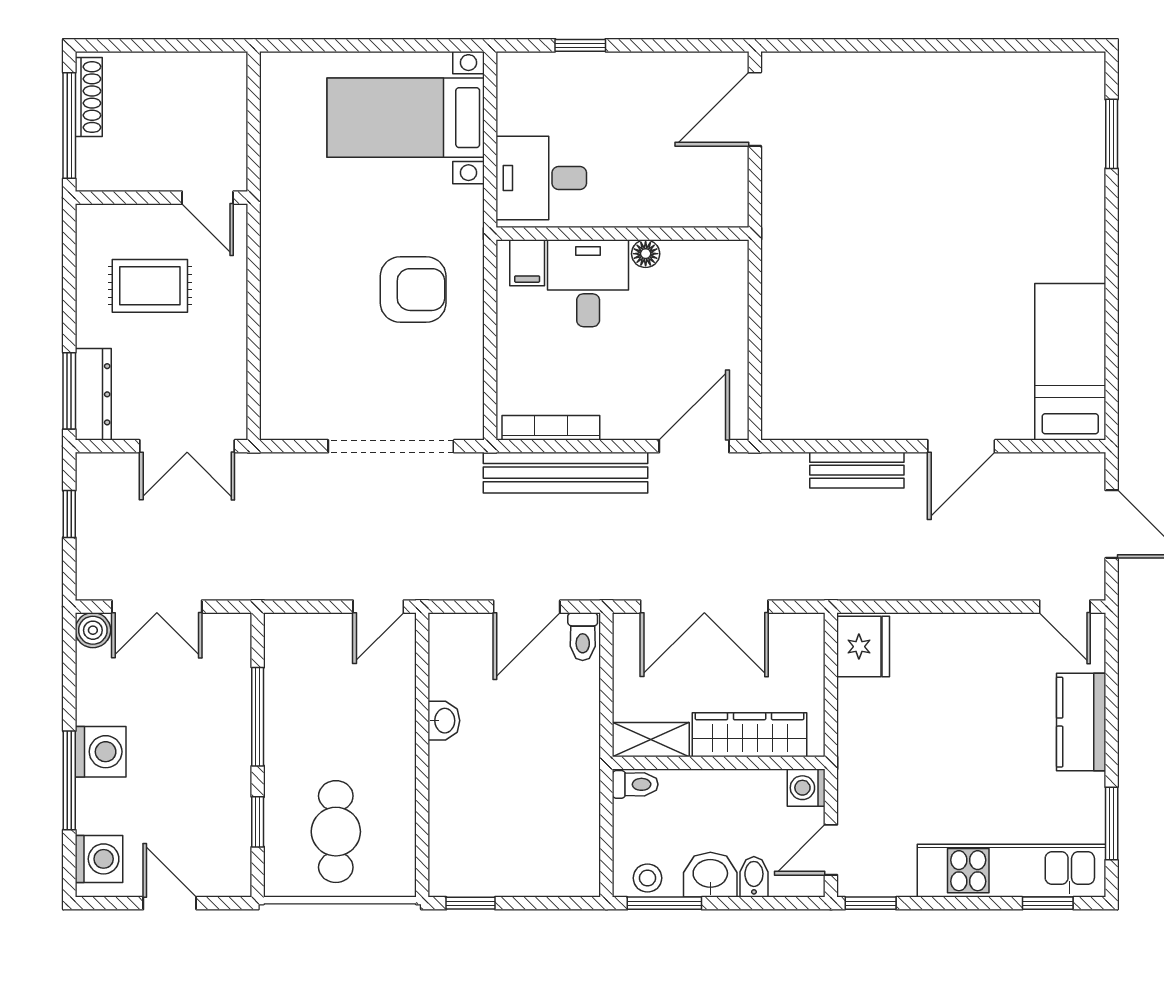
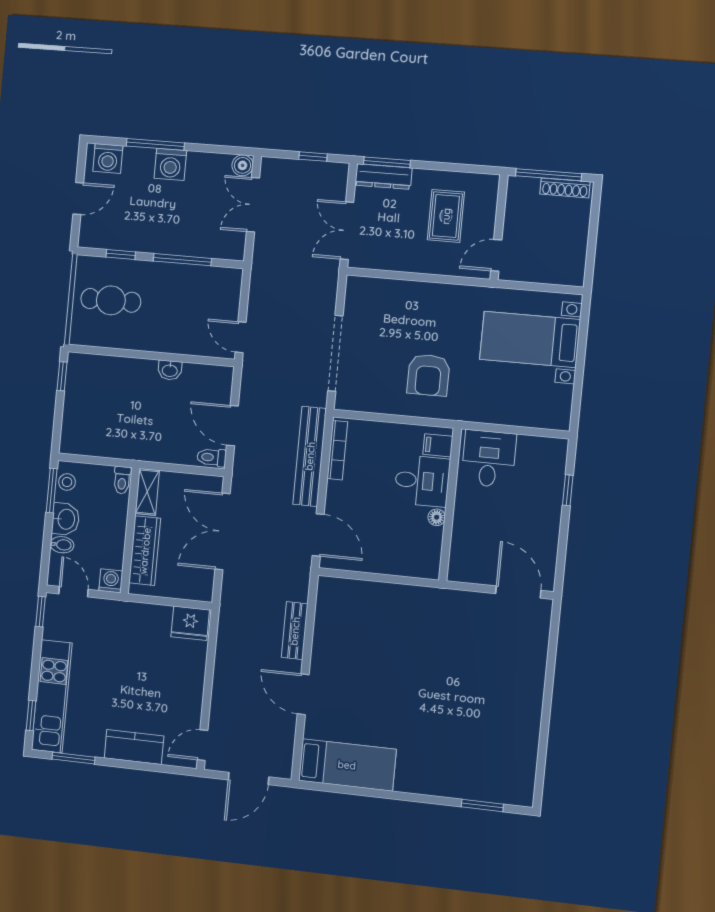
bed with nightstands: (406, 118) -> (530, 340), moved, turned -90

